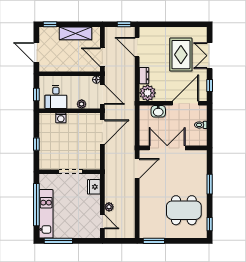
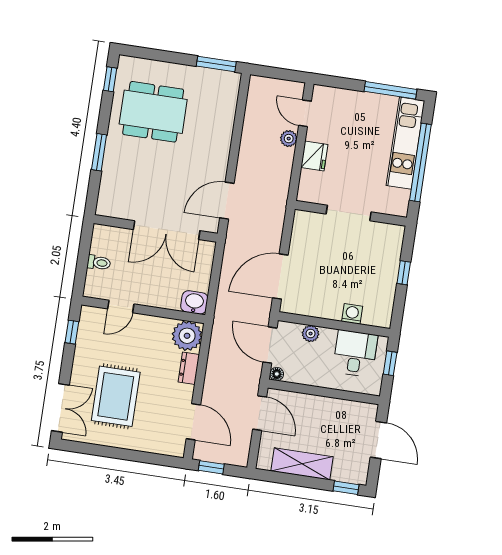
double door: (210, 56) -> (60, 408), moved
door: (185, 103) -> (121, 306), width x0.53
washbasin: (158, 111) -> (194, 302), moved
fridge: (94, 187) -> (314, 156), moved

